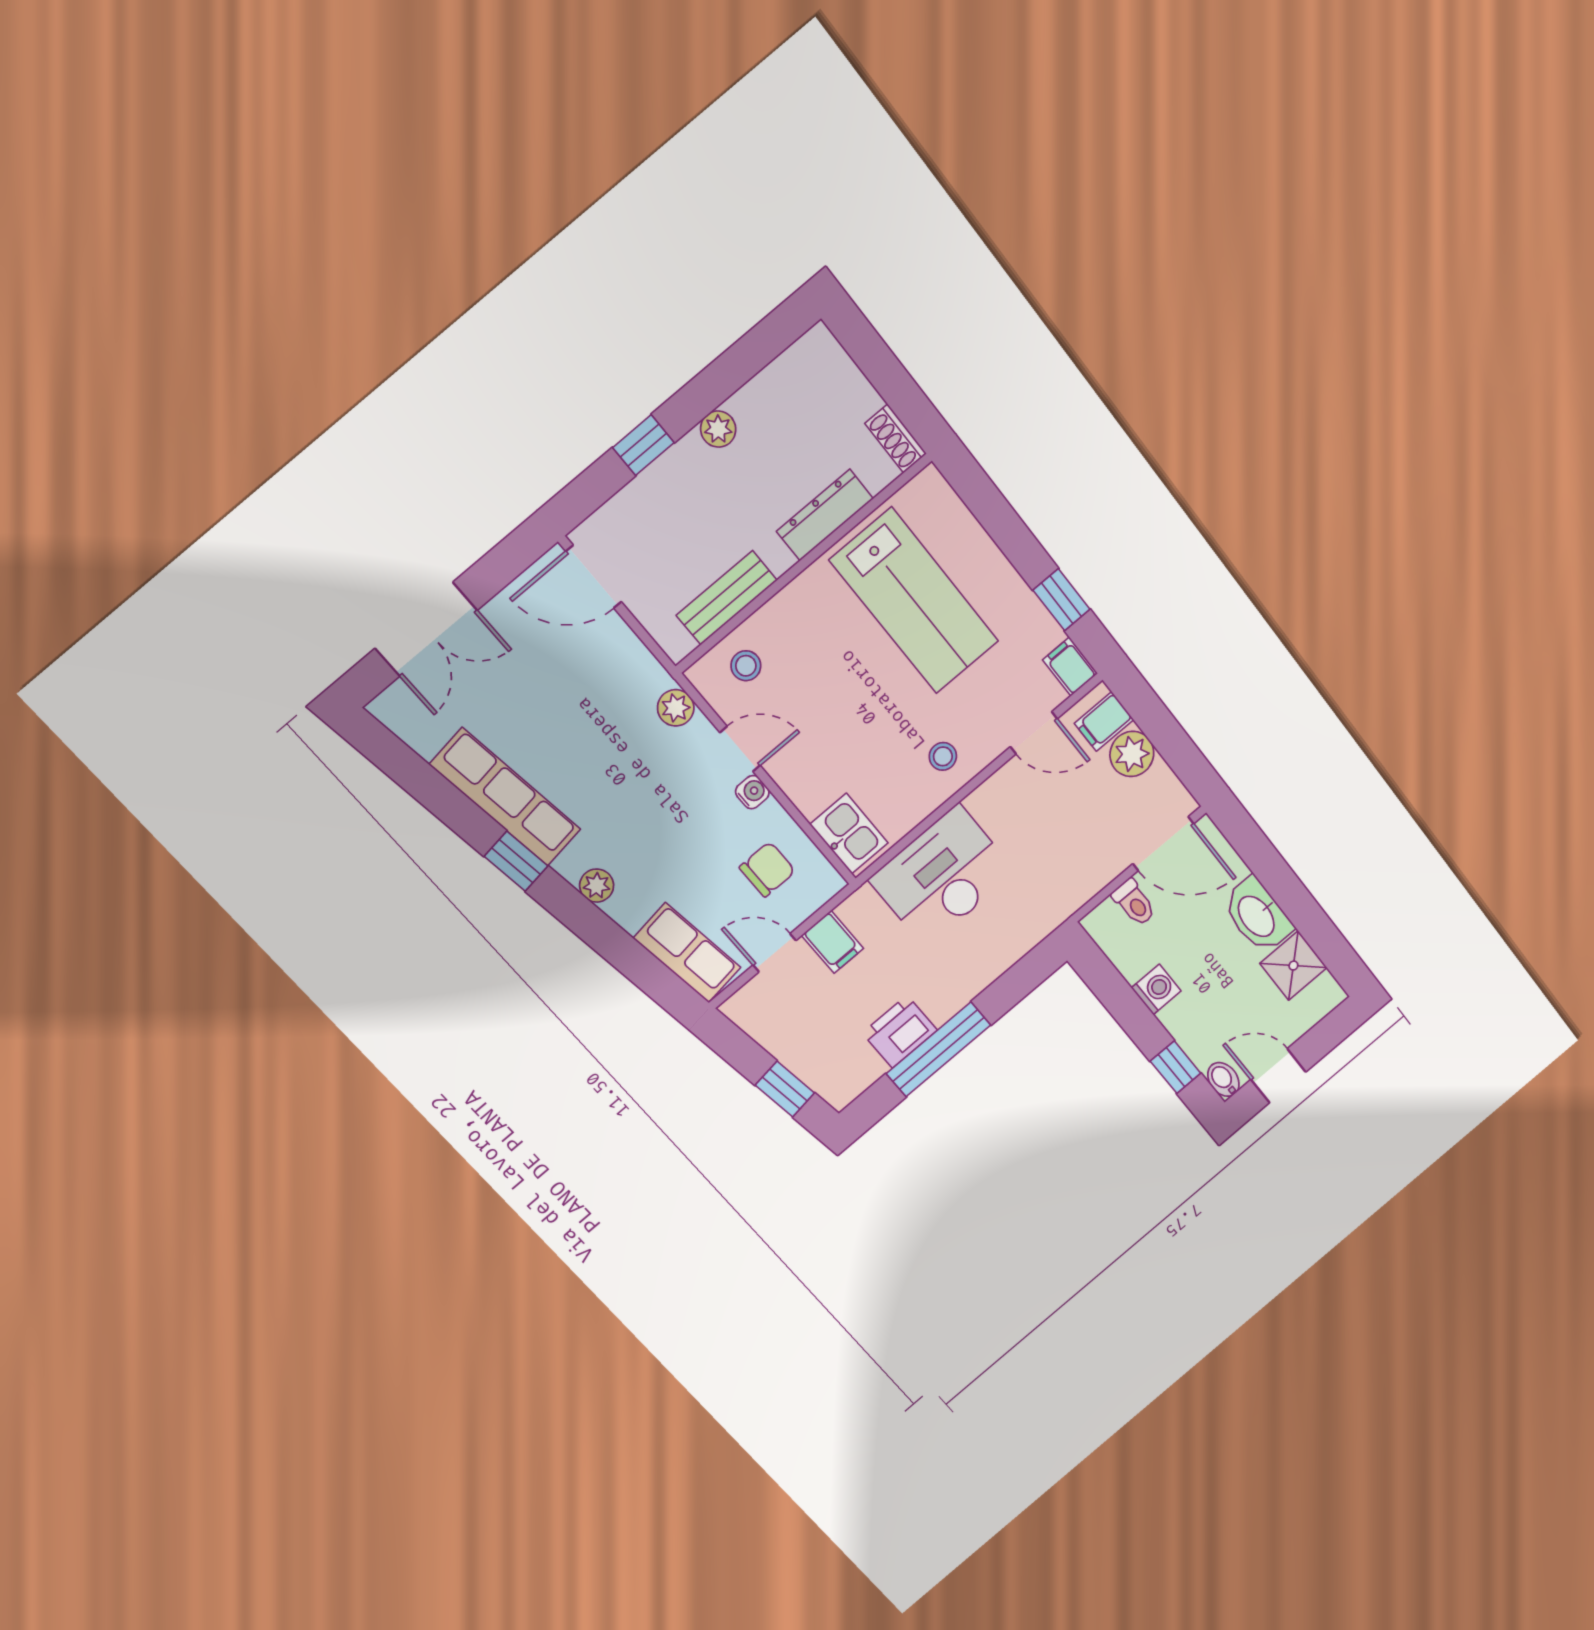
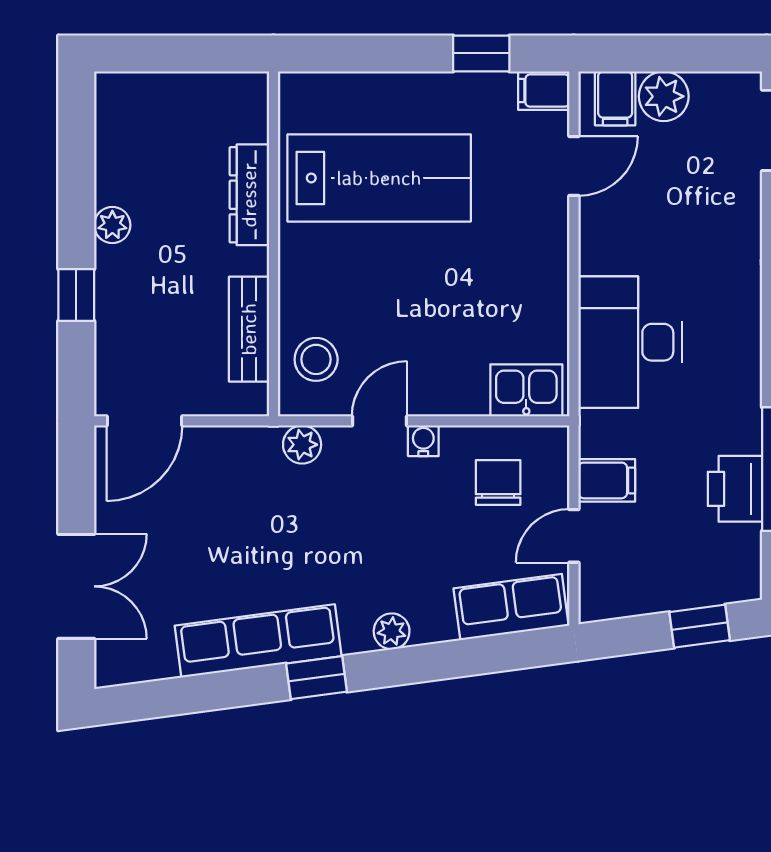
shoe rack: (896, 439) -> (236, 87), removed
stool: (746, 666) -> (316, 359), width x1.37, depth x1.37
stool: (943, 756) -> (528, 259), removed

